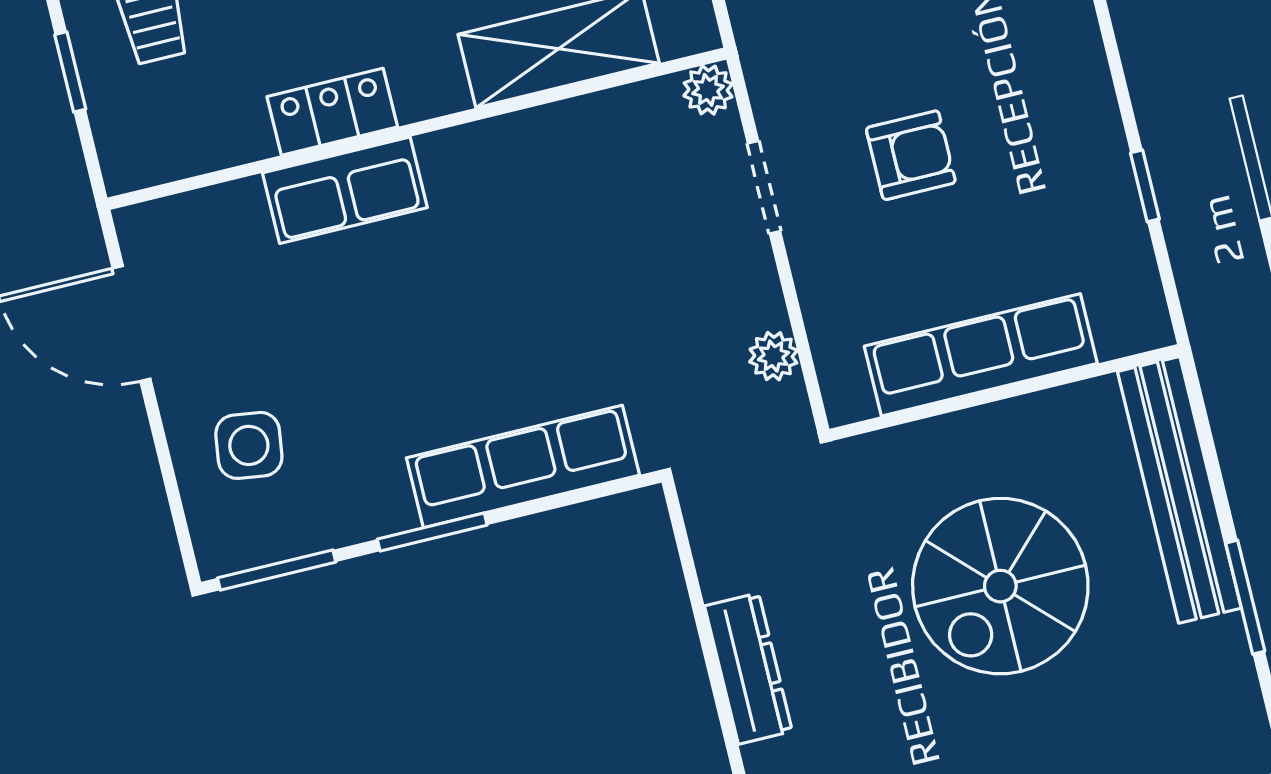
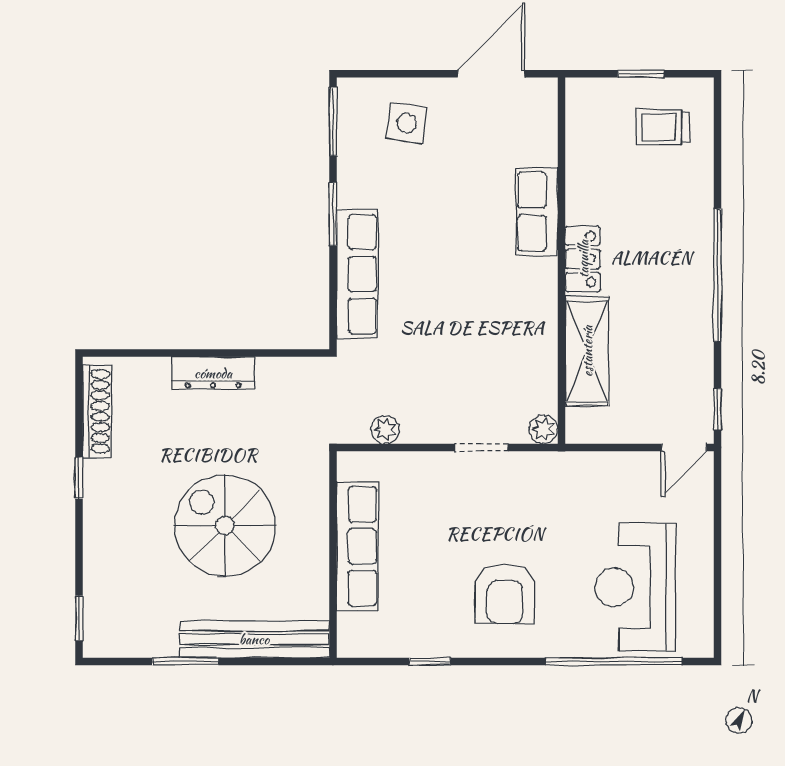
locker: (332, 112) -> (583, 259), moved
armchair: (911, 155) -> (505, 594), moved, width x1.38, depth x1.38

